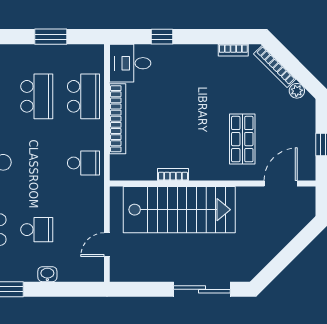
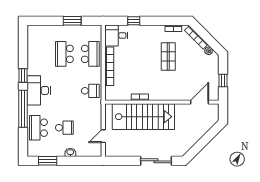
school desk: (37, 96) -> (64, 54), turned 180
shop shelf: (242, 139) -> (168, 57), moved

